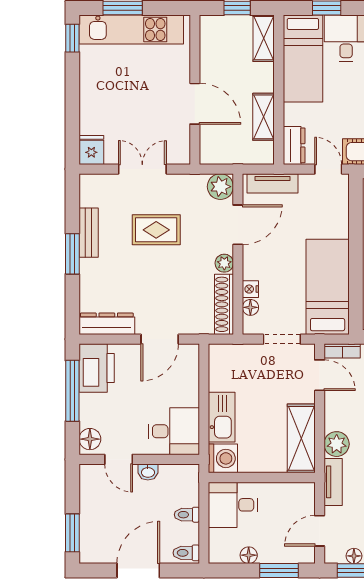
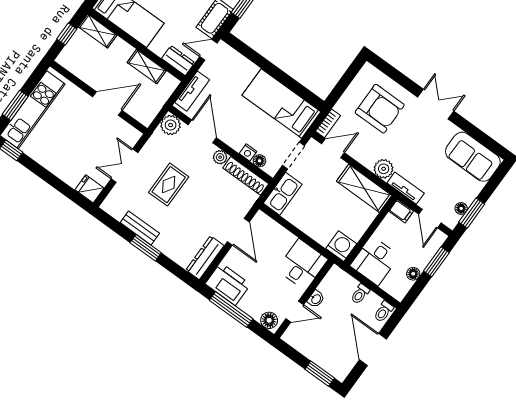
kitchen sink: (222, 417) -> (283, 194), moved, turned 90
filing cabinet: (305, 495) -> (401, 211), added

